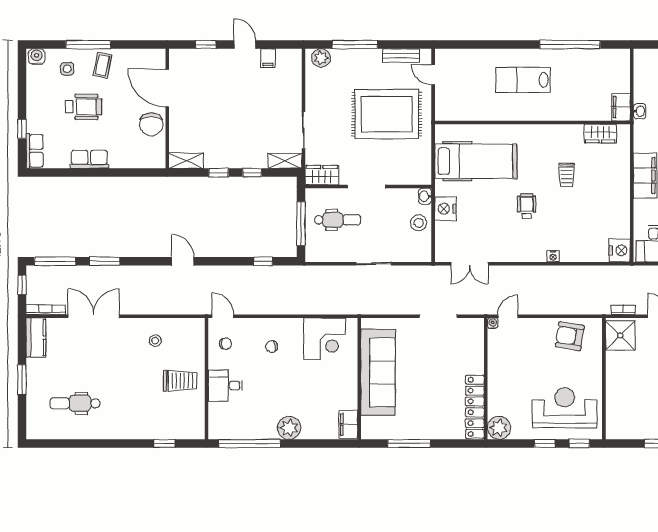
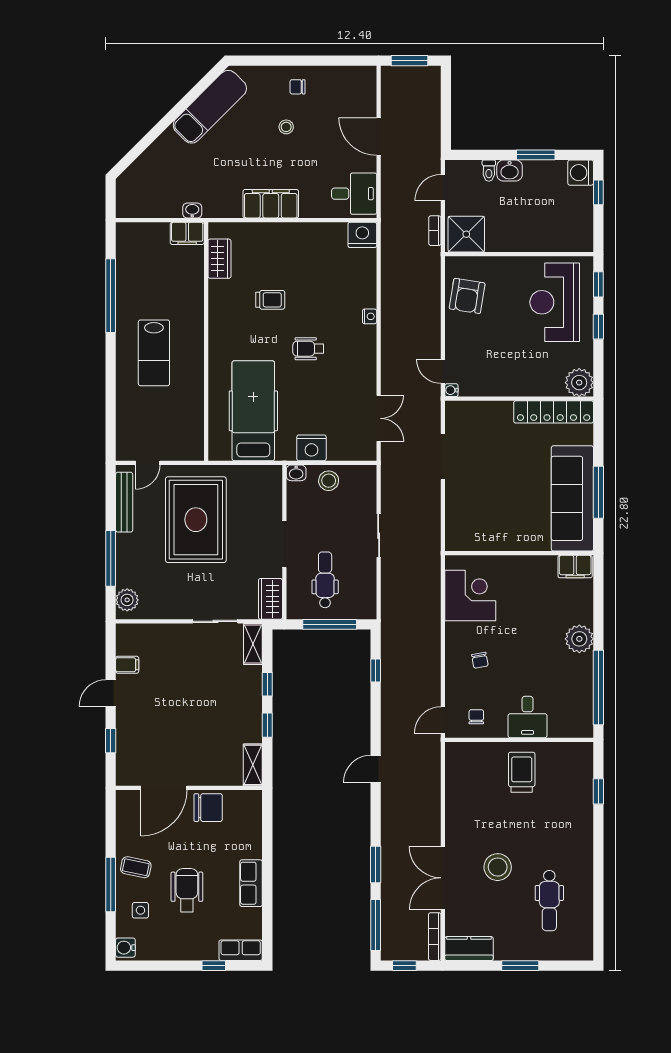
bench: (401, 56) -> (124, 502), width x1.36
stool: (155, 341) -> (498, 867), moved, width x1.89, depth x1.89
sofa: (378, 372) -> (572, 498), moved, turned -90

